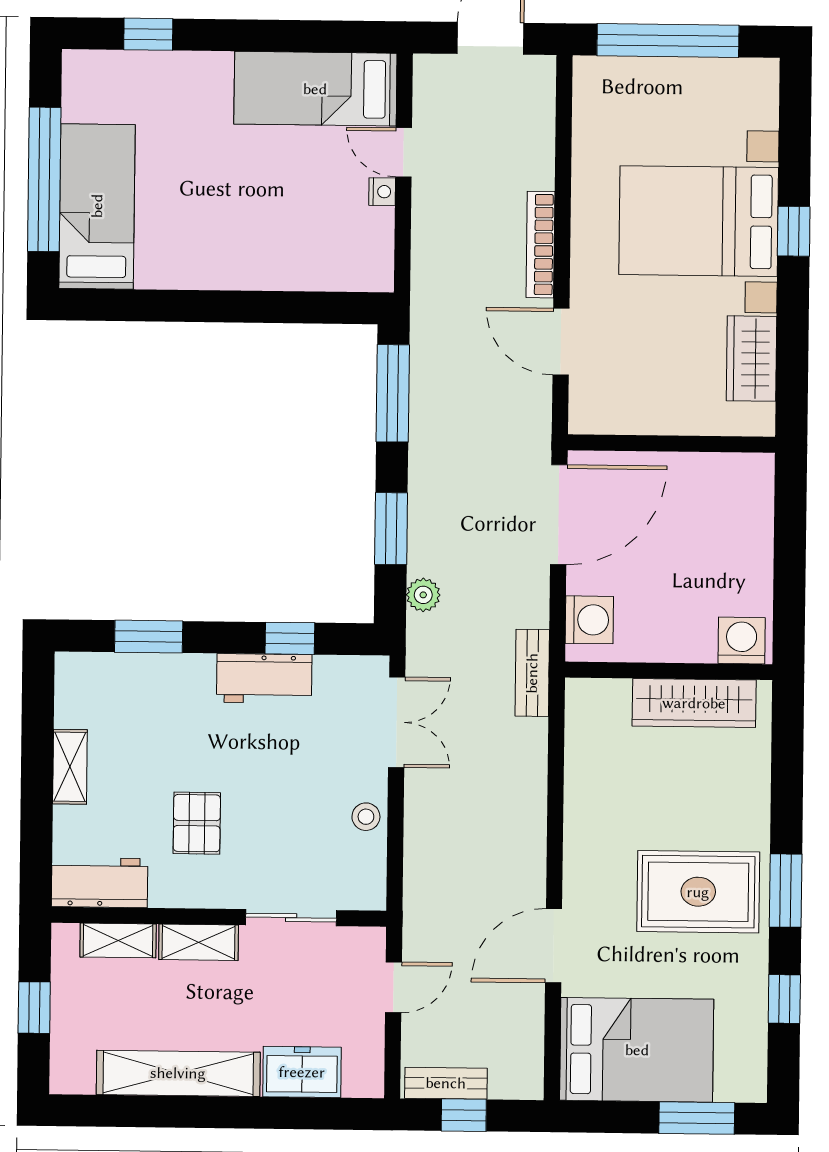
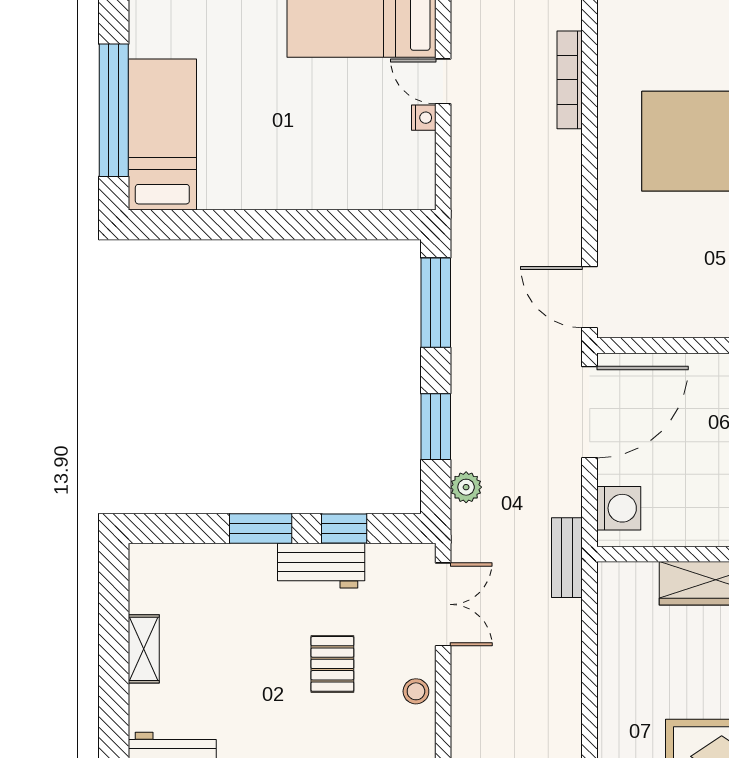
bookcase: (540, 245) -> (570, 80), moved
door: (561, 342) -> (590, 297), moved
window: (149, 637) -> (261, 529), moved
pallet: (197, 823) -> (332, 664), moved

